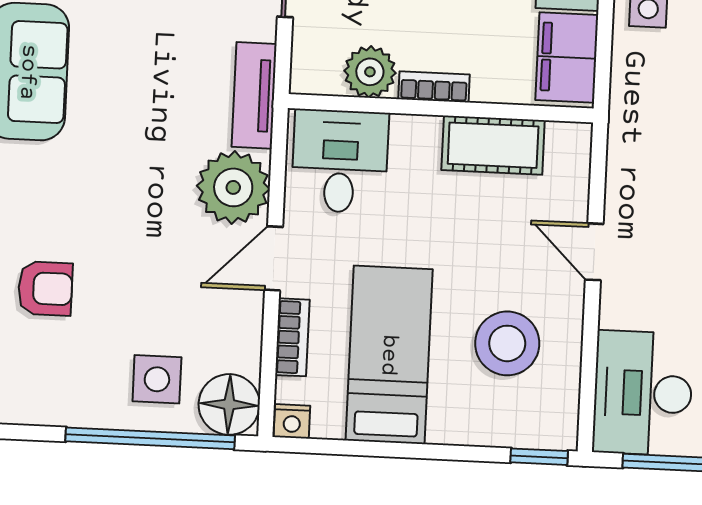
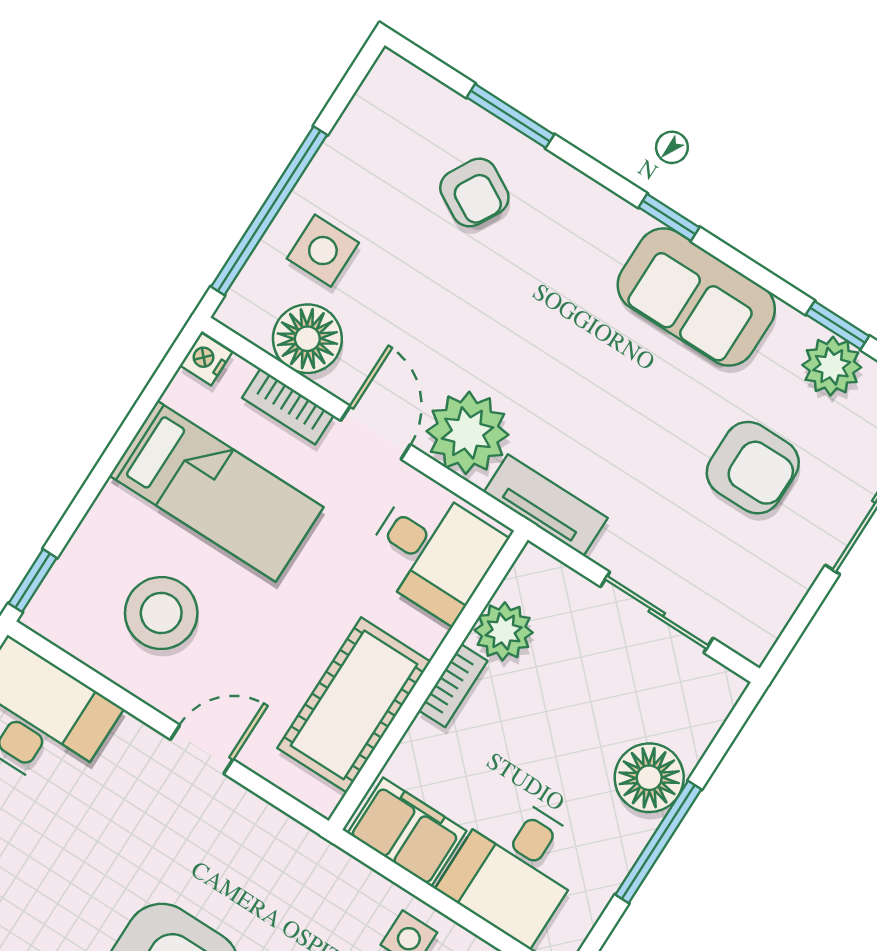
cot: (493, 145) -> (354, 705), width x1.37, depth x1.34
armchair: (45, 288) -> (474, 193), turned -61
floor lamp: (229, 404) -> (307, 339), moved

